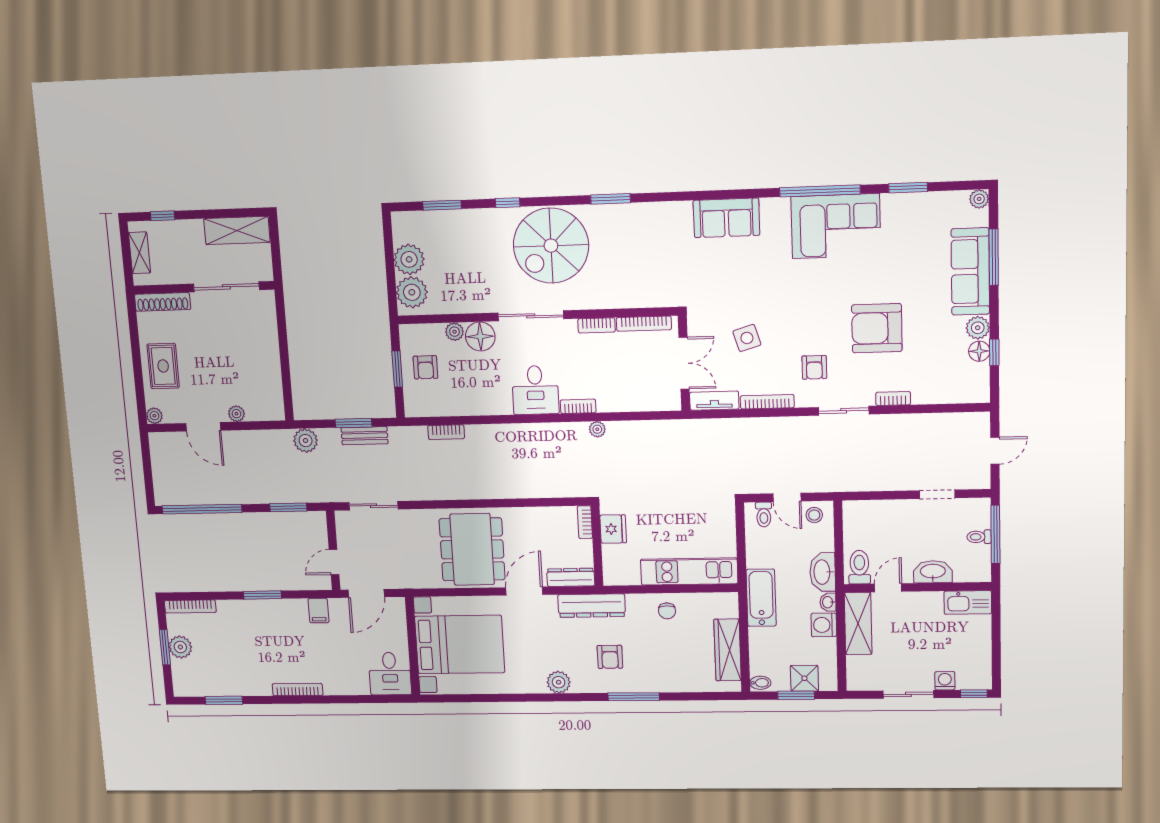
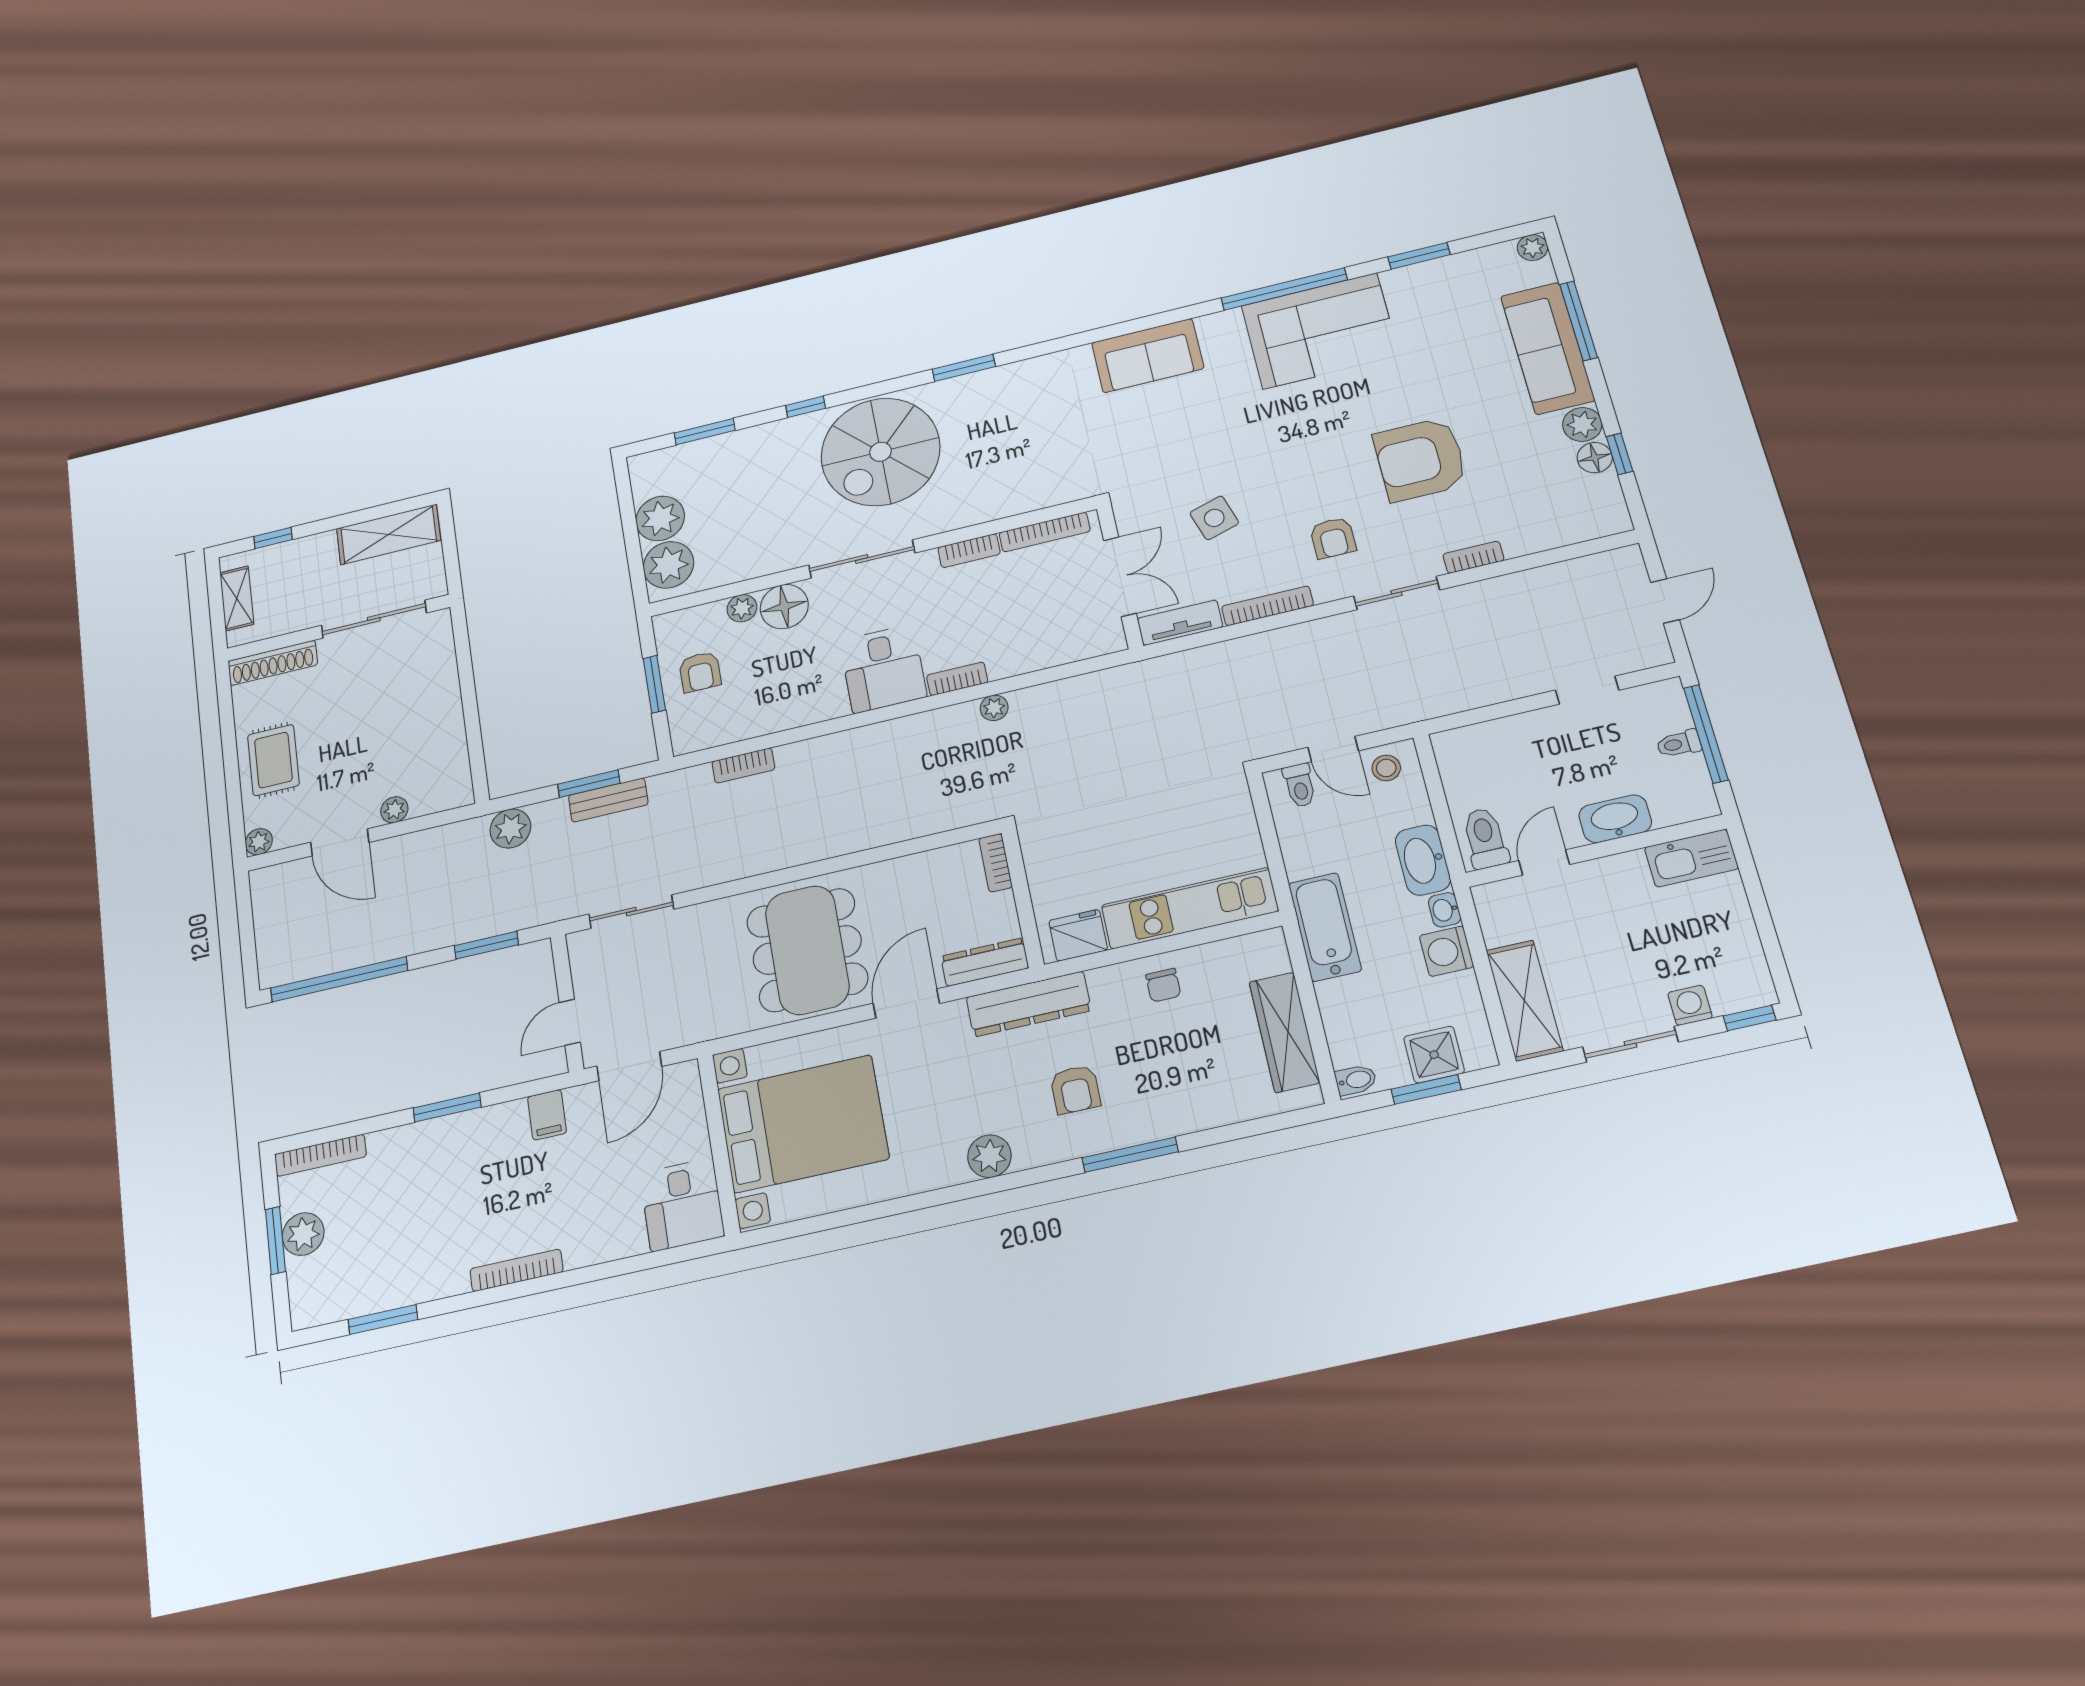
fridge: (613, 529) -> (1078, 935), moved, turned -90
shelving: (858, 624) -> (1524, 1000), moved

